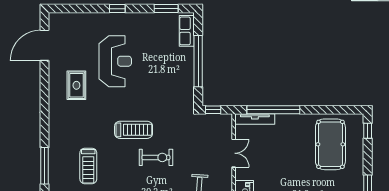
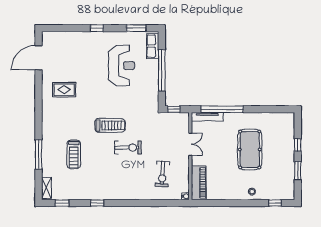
reception desk: (115, 61) -> (122, 66), moved
rug: (76, 85) -> (64, 90), turned 90
window: (368, 131) -> (298, 145), moved
pool table: (330, 144) -> (250, 150), moved

